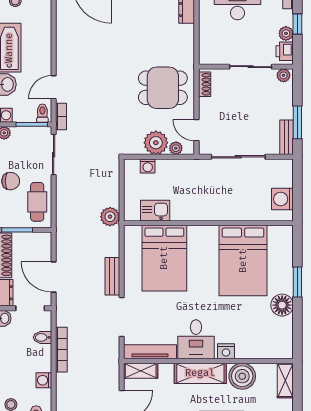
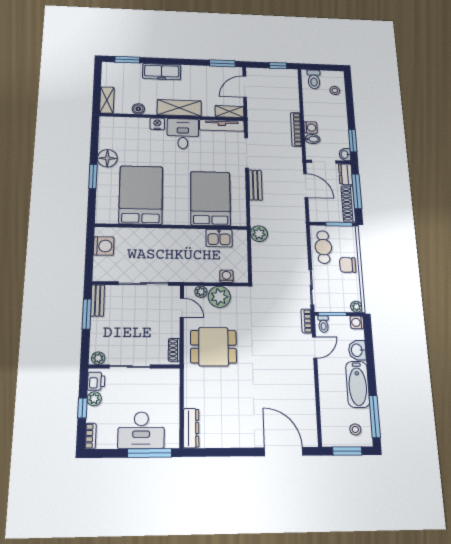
boiler: (242, 376) -> (138, 109), width x0.54, depth x0.54
washing machine: (44, 380) -> (310, 128), moved

